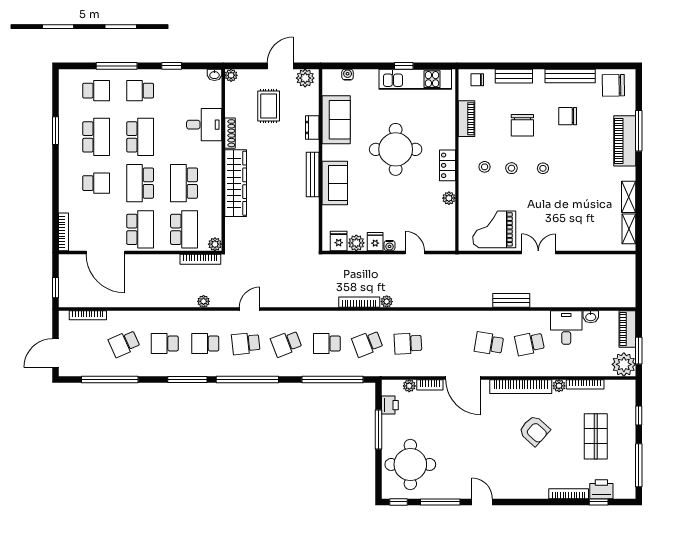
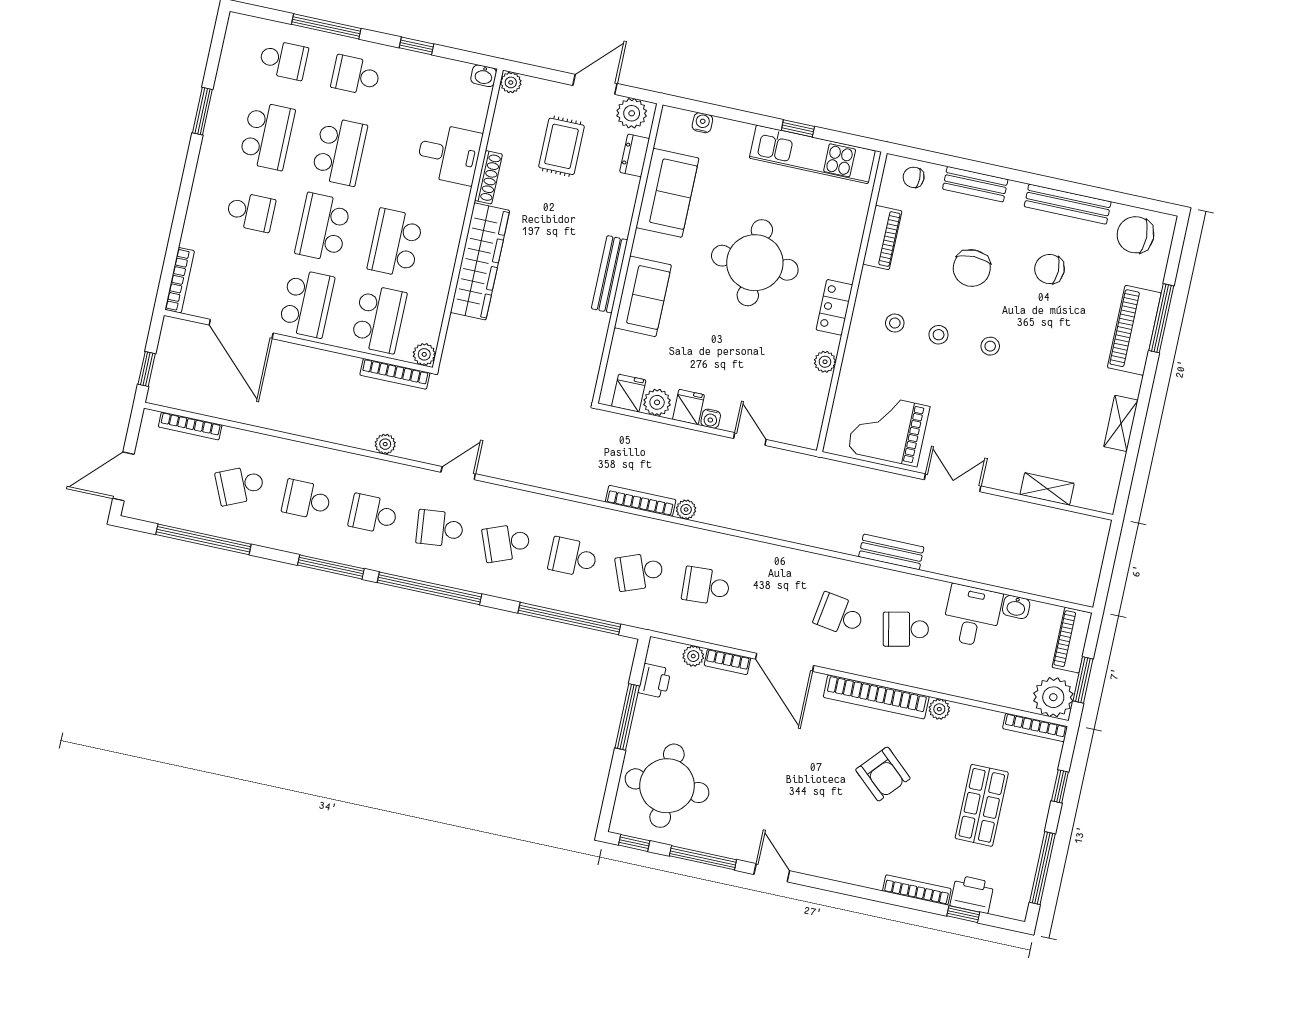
dresser: (312, 127) -> (635, 155), moved
shelving: (629, 229) -> (1047, 489), moved, turned 90
bookcase: (585, 384) -> (1035, 727), moved

